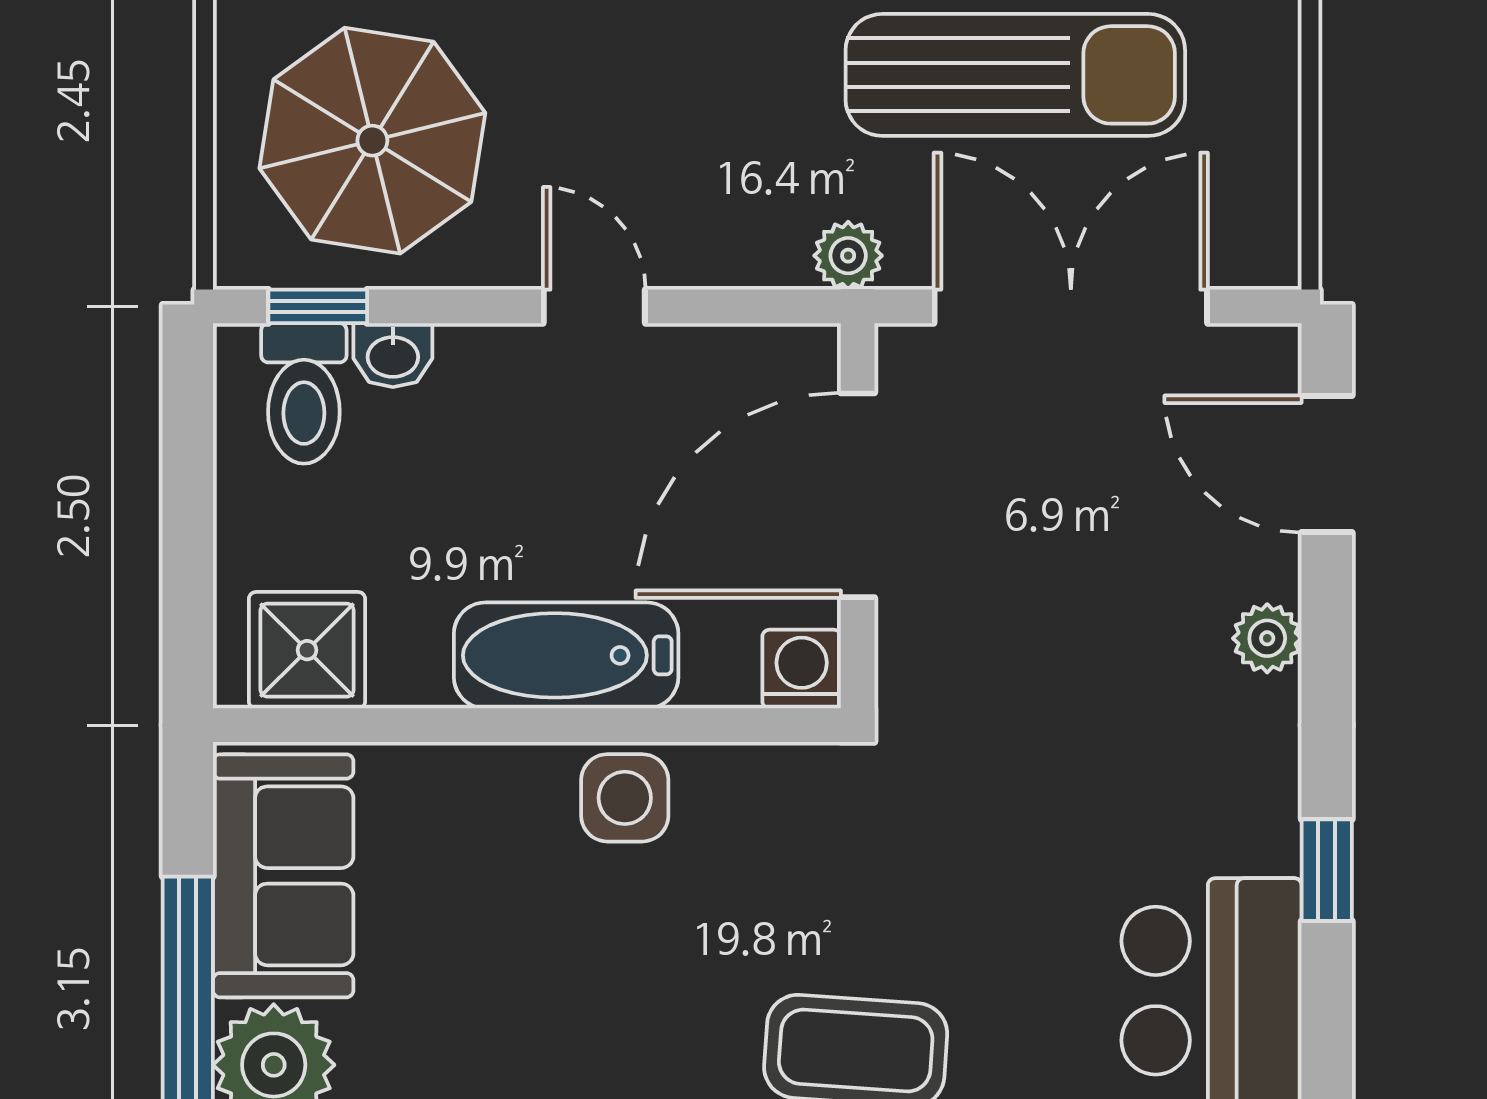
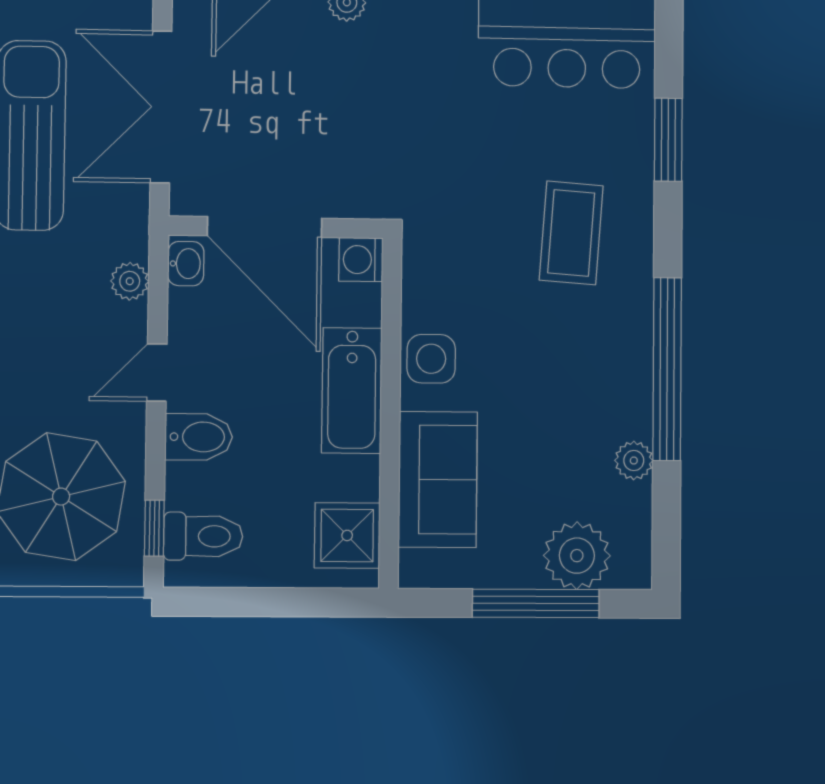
plant: (848, 256) -> (130, 281), moved
washbasin: (393, 355) -> (186, 264), moved
bidet: (480, 383) -> (199, 437), added
sofa: (283, 876) -> (438, 479), moved, turned 90

